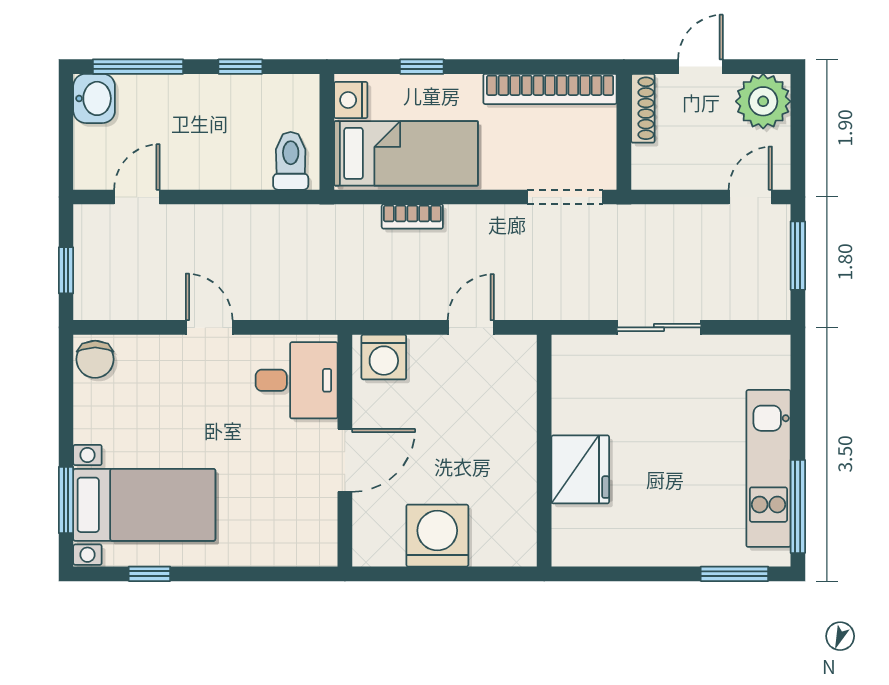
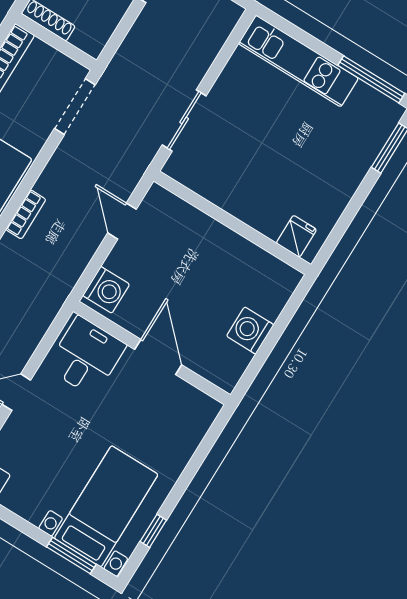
sliding door: (659, 327) -> (184, 120), moved
kitchen unit: (768, 468) -> (298, 61), moved
fridge: (580, 469) -> (296, 236), moved, width x0.53, depth x0.75
washing machine: (437, 536) -> (250, 330), width x0.73, depth x0.73

